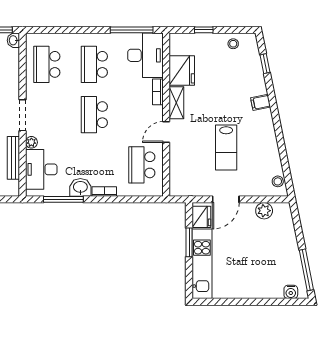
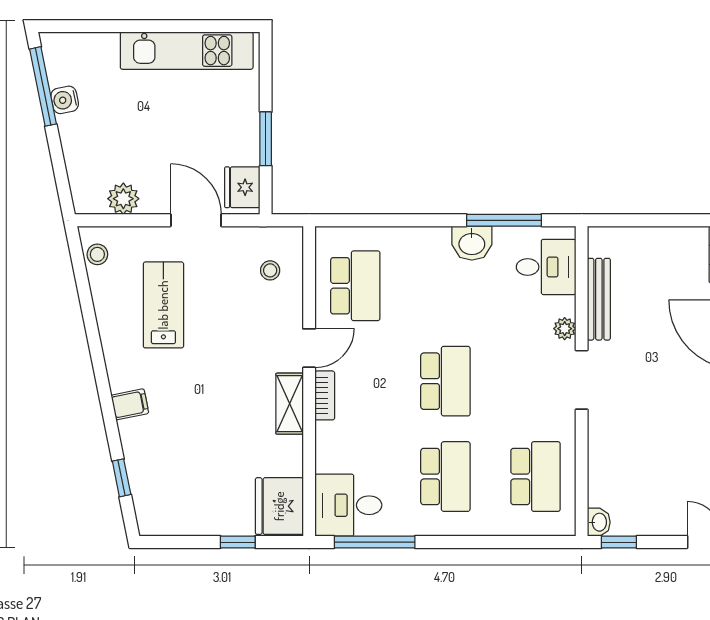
stool: (233, 44) -> (270, 270), moved
desk: (145, 55) -> (348, 505), width x0.73
fridge: (182, 71) -> (279, 506), moved
bookcase: (158, 92) -> (325, 395), moved
lab bench: (226, 148) -> (163, 305), moved
desk: (41, 169) -> (546, 267), width x0.73
bookcase: (104, 191) -> (426, 235), removed
door: (226, 199) -> (196, 220), hinge flipped
kitchen unit: (202, 264) -> (187, 51), moved, turned -90
water cooler: (291, 292) -> (65, 100), moved, turned -101

